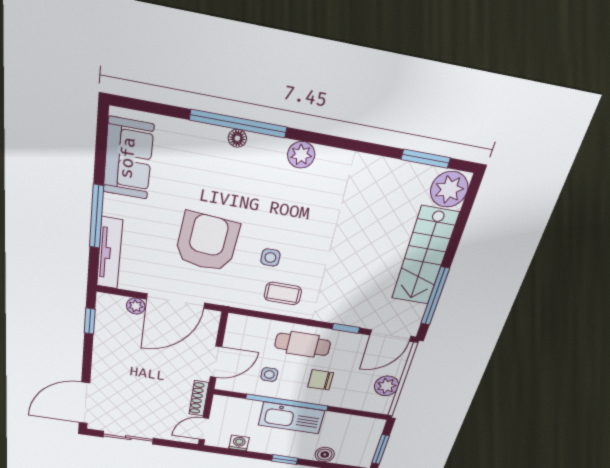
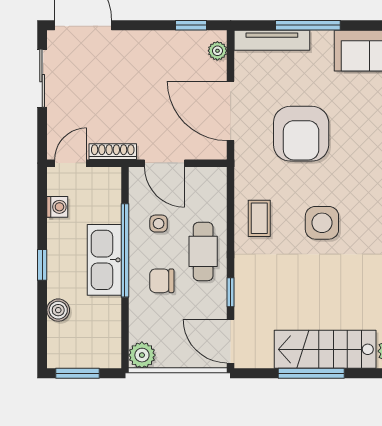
armchair: (207, 242) -> (301, 134), turned 85
side table: (270, 257) -> (322, 223), moved, width x1.87, depth x1.87
window: (435, 296) -> (311, 373), moved
plant: (136, 306) -> (217, 51), moved
chair: (321, 380) -> (162, 281), turned -90
plant: (387, 386) -> (142, 355), moved
door: (204, 429) -> (71, 163), hinge flipped

